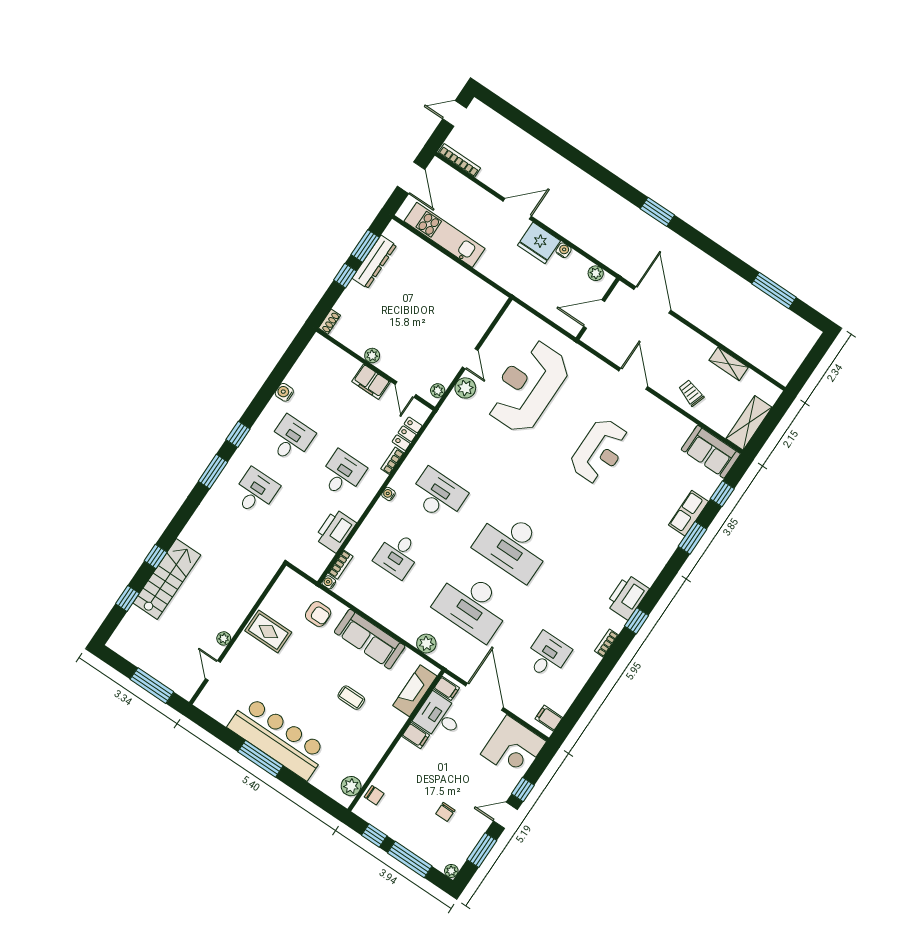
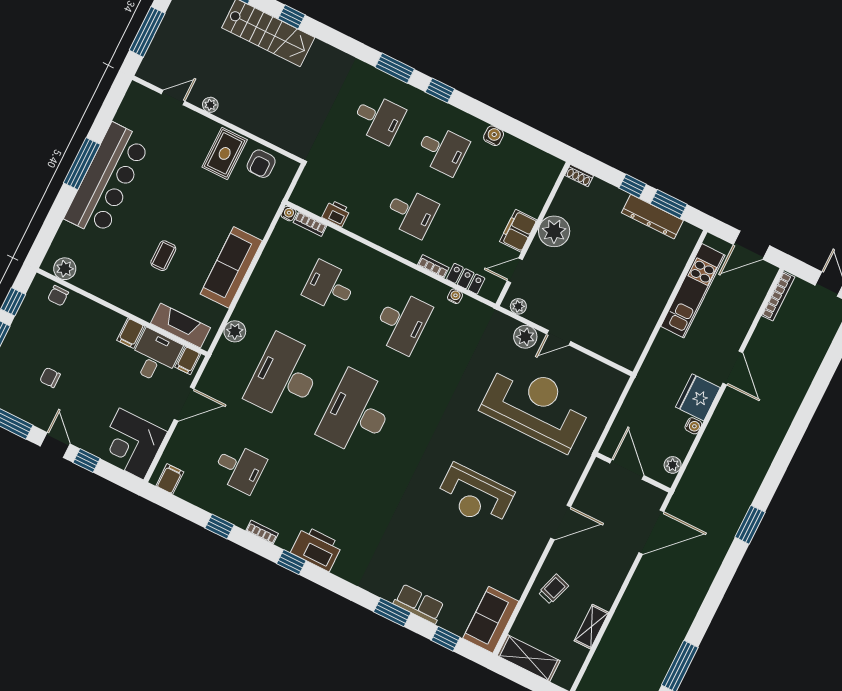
plant: (372, 356) -> (554, 231), width x1.87, depth x1.87
water cooler: (388, 494) -> (455, 296), moved
printer: (335, 531) -> (336, 213), width x0.53, depth x0.68
armchair: (318, 614) -> (261, 164), moved
window: (597, 680) -> (219, 527), added
door: (484, 697) -> (184, 404), width x0.73

